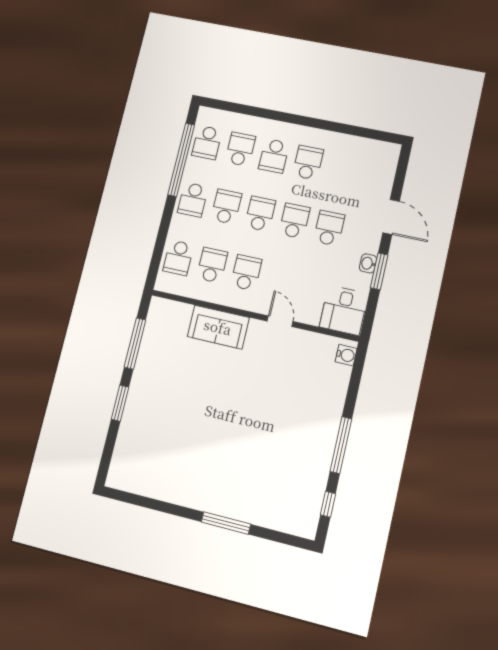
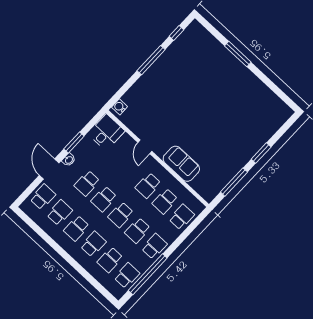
school desk: (342, 169) -> (60, 213), added
school desk: (377, 176) -> (43, 197), added
washbasin: (368, 263) -> (69, 160), moved

